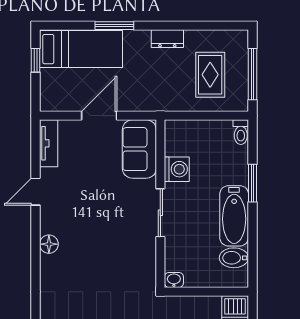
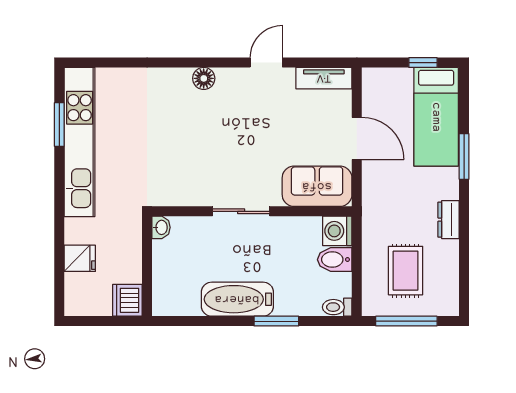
rug: (210, 75) -> (406, 271), turned 90
washing machine: (177, 169) -> (337, 231), moved, turned 90
door: (36, 192) -> (266, 63), hinge flipped
bidet: (234, 258) -> (335, 260), moved, turned -90

